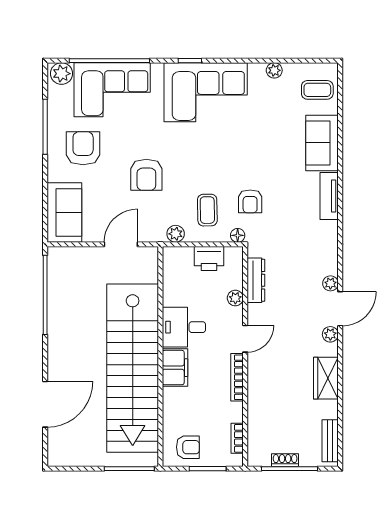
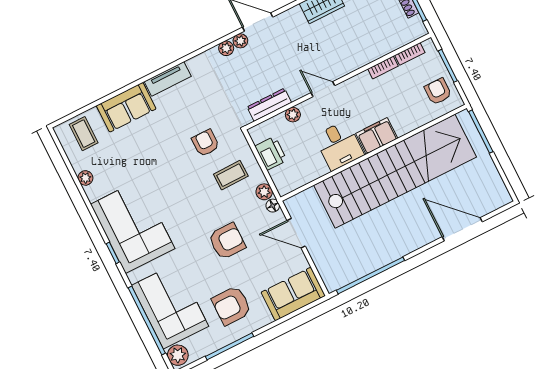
armchair: (250, 201) -> (205, 143), turned -90
floor lamp: (238, 235) -> (273, 206), moved
plant: (330, 334) -> (226, 48), moved
bookcase: (237, 377) -> (383, 67), moved, width x0.64

